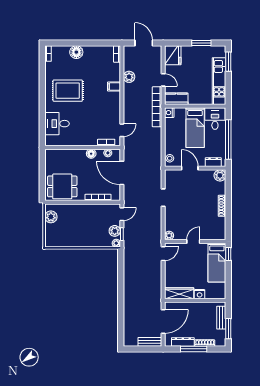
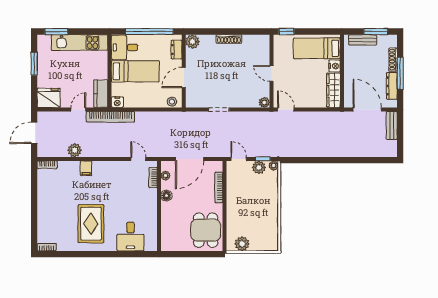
floor lamp: (76, 52) -> (45, 213), removed
bed: (217, 263) -> (317, 48), moved, turned 180

